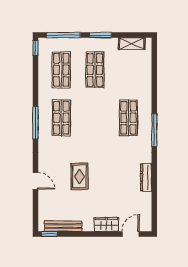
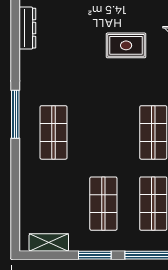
rug: (80, 176) -> (126, 45), turned 90
dresser: (146, 177) -> (27, 28), moved

